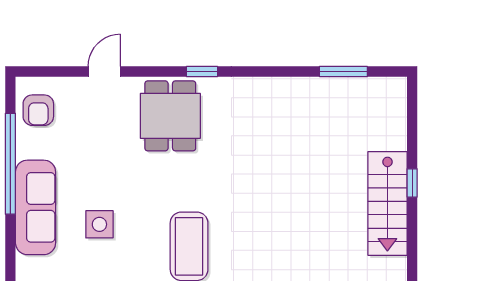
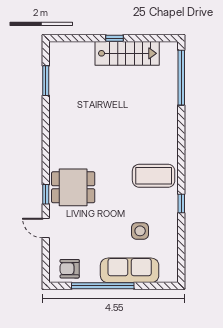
window: (202, 72) -> (46, 194), moved
armchair: (38, 110) -> (70, 269), turned 180

